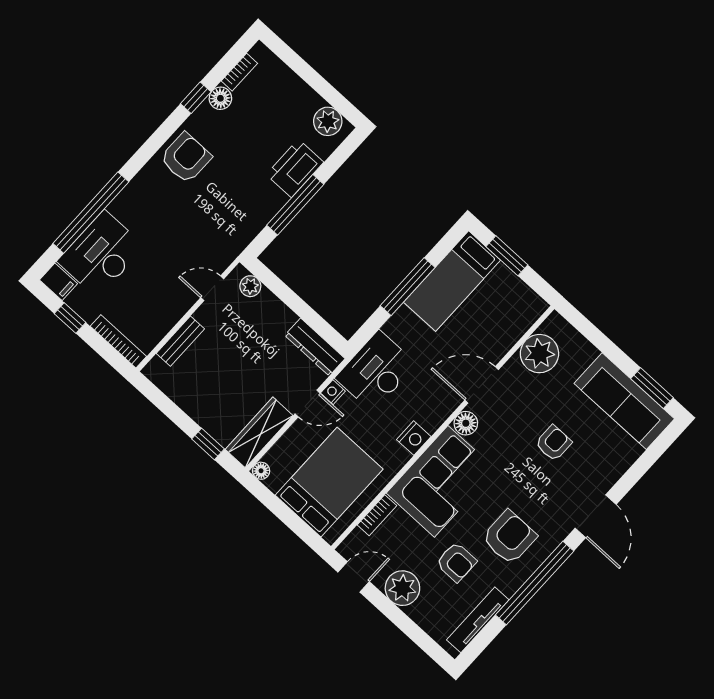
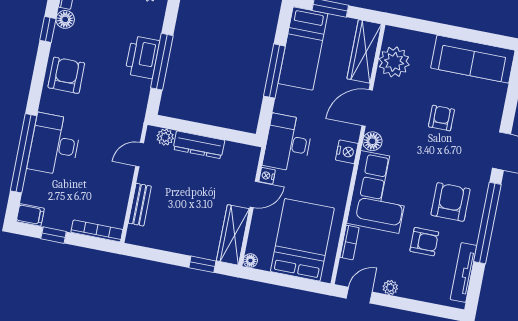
printer: (295, 168) -> (142, 57), moved
desk: (101, 254) -> (55, 145), moved
wardrobe: (515, 323) -> (364, 51), added
dresser: (315, 347) -> (199, 145), moved
window: (652, 388) -> (487, 38), removed
nightstand: (414, 438) -> (347, 152), moved
plant: (402, 588) -> (390, 287), width x0.53, depth x0.53

